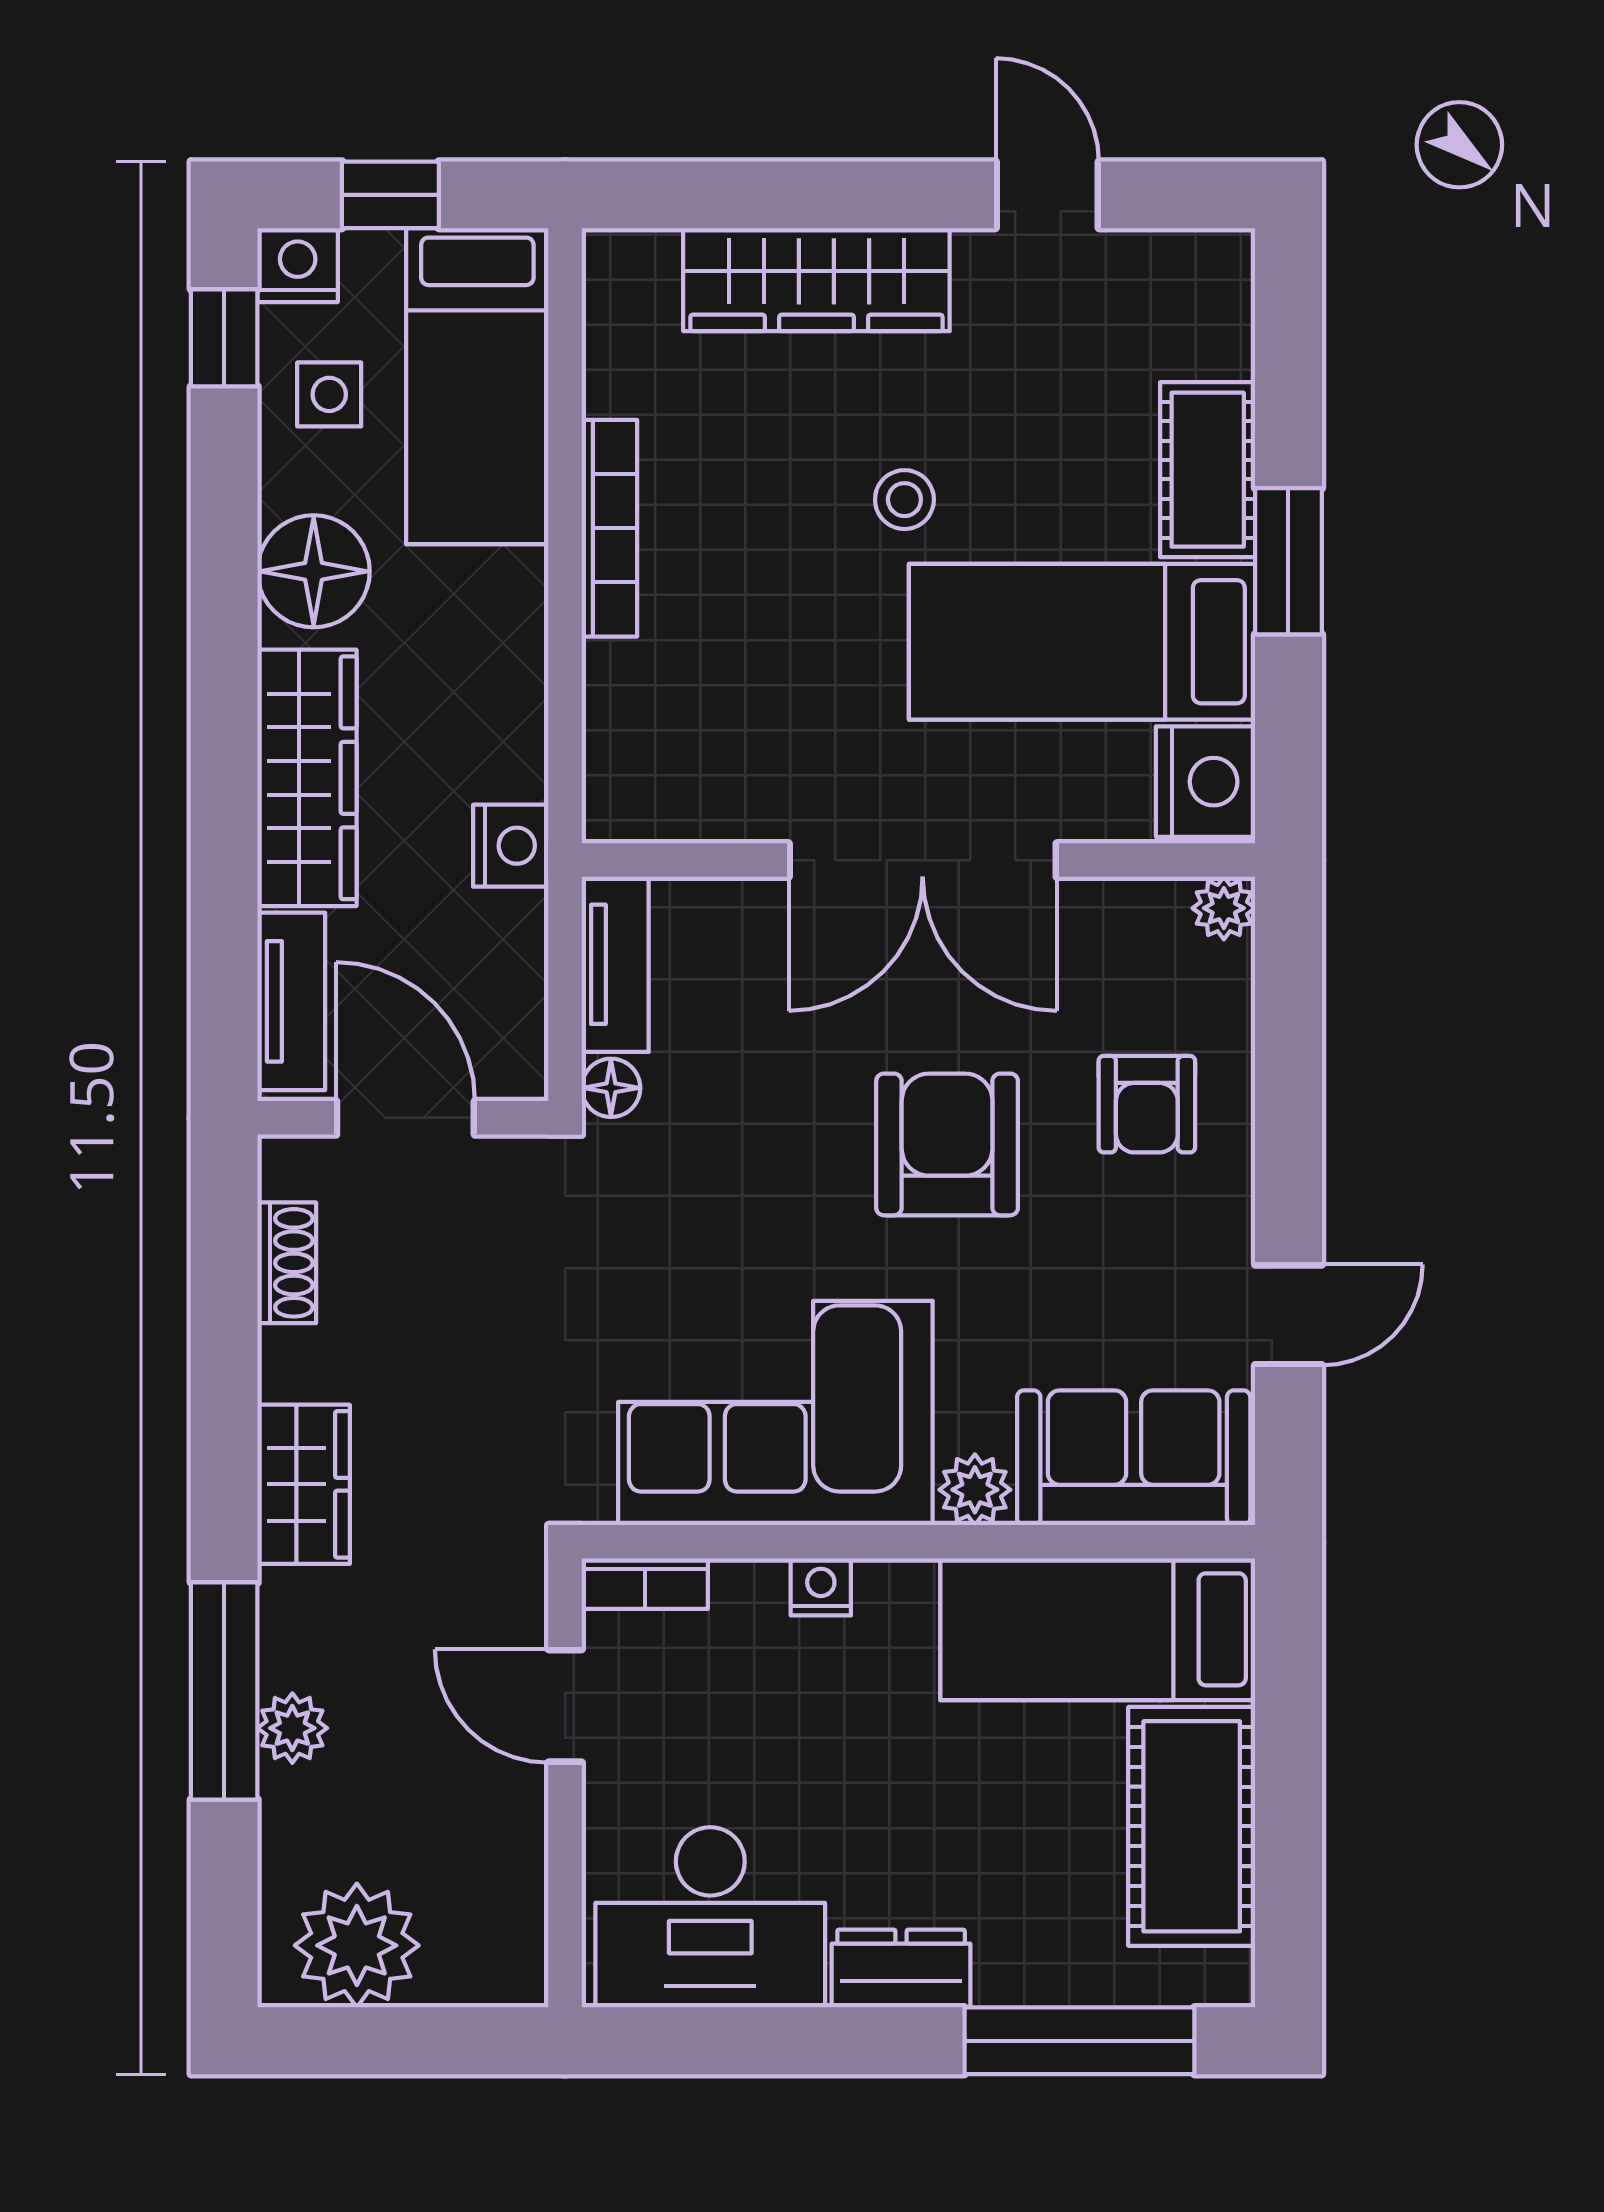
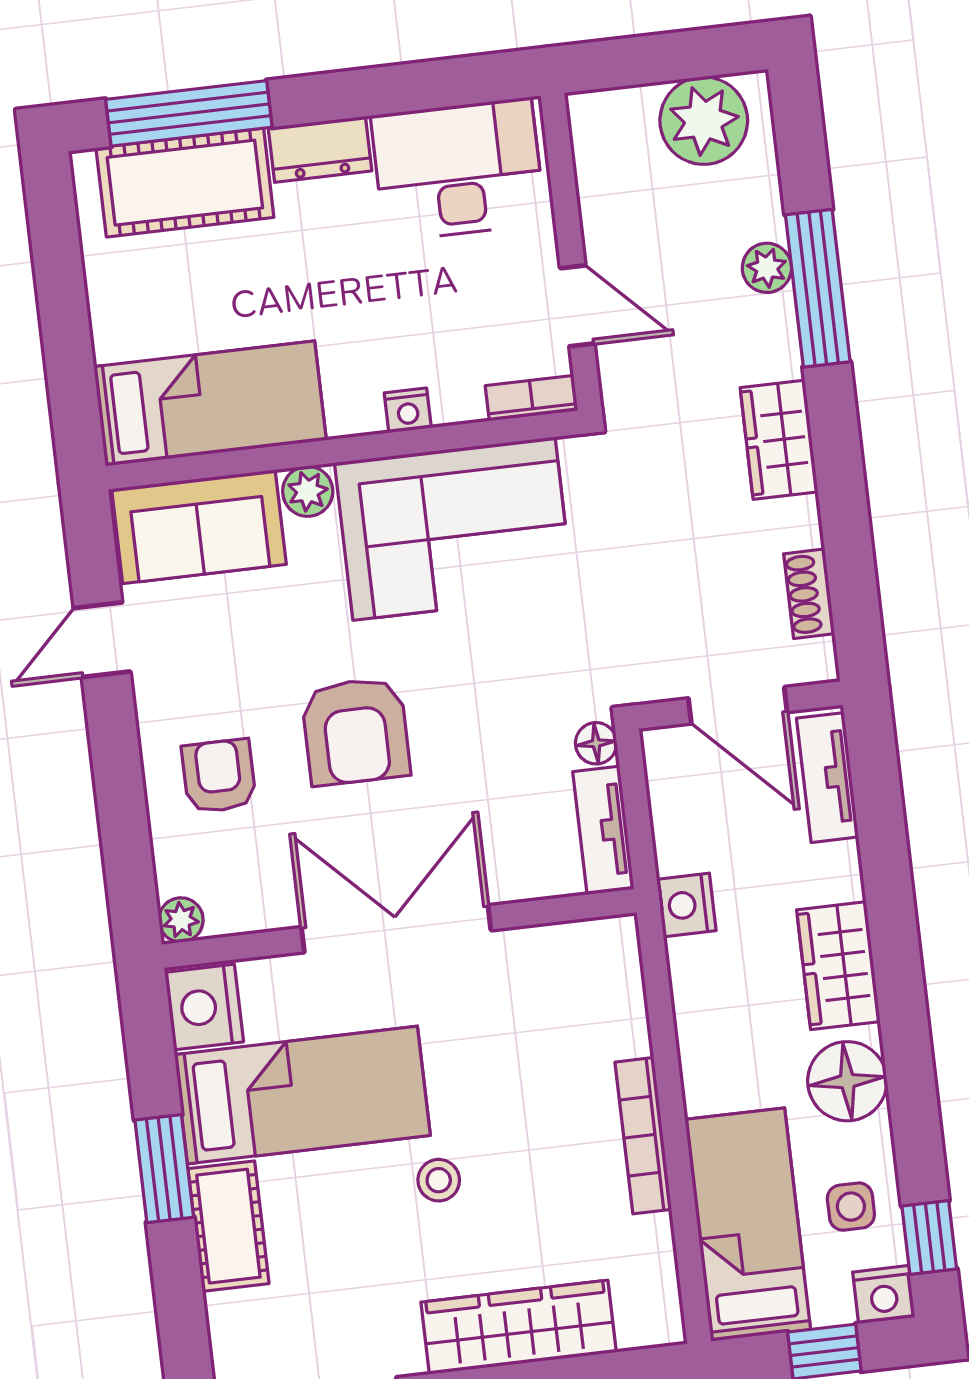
wardrobe: (307, 778) -> (838, 966), width x0.67
cot: (1192, 1826) -> (185, 183), moved, turned 90

